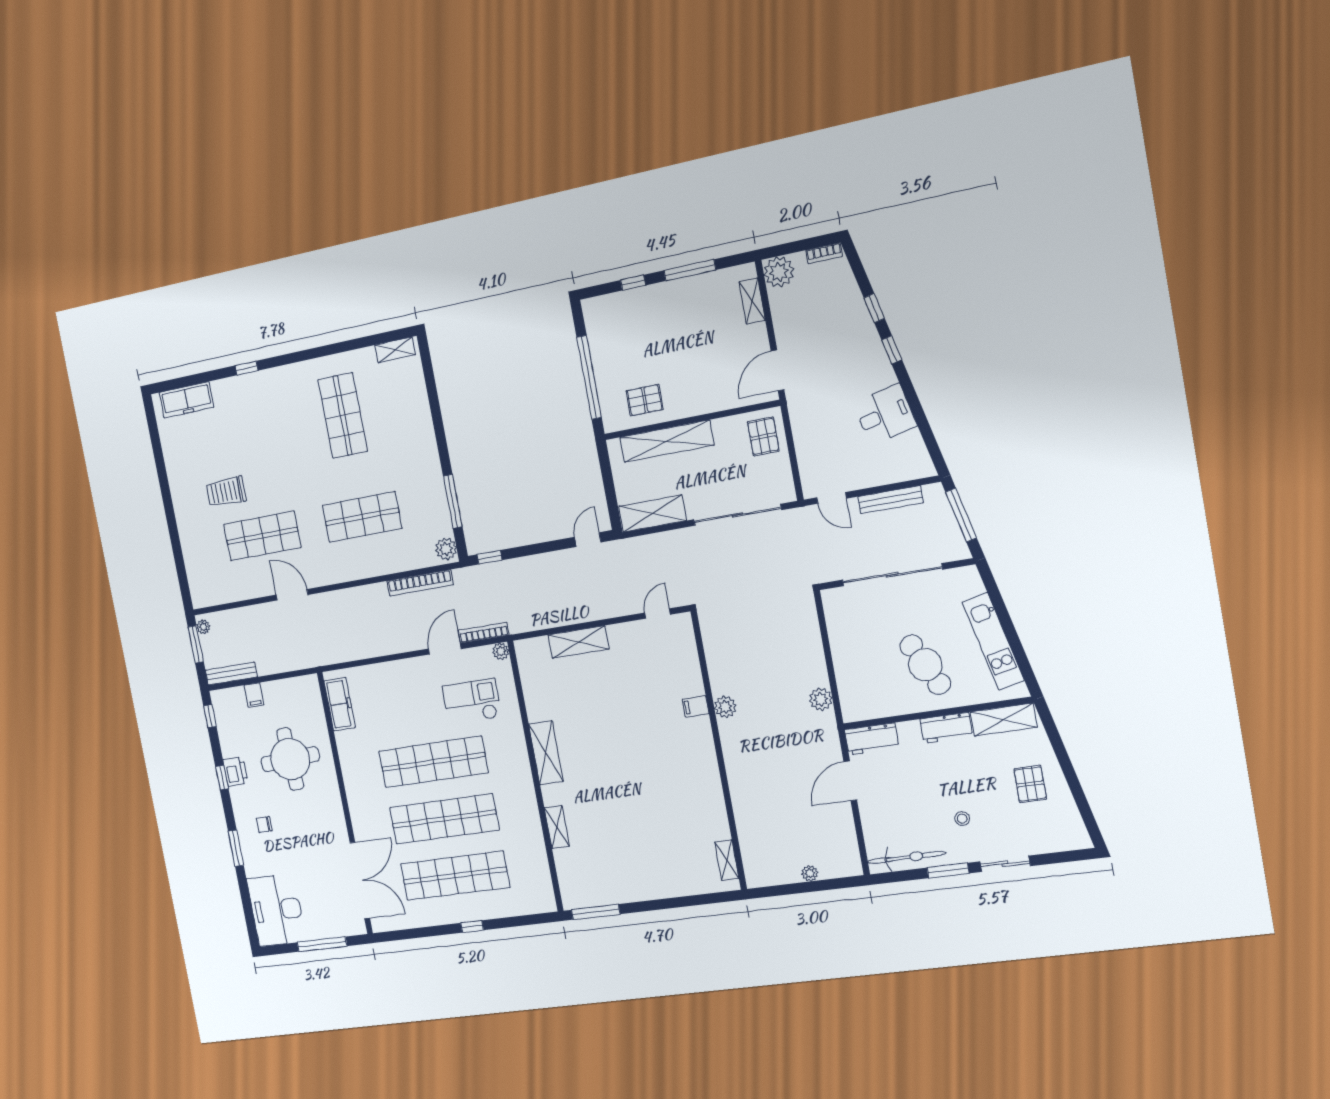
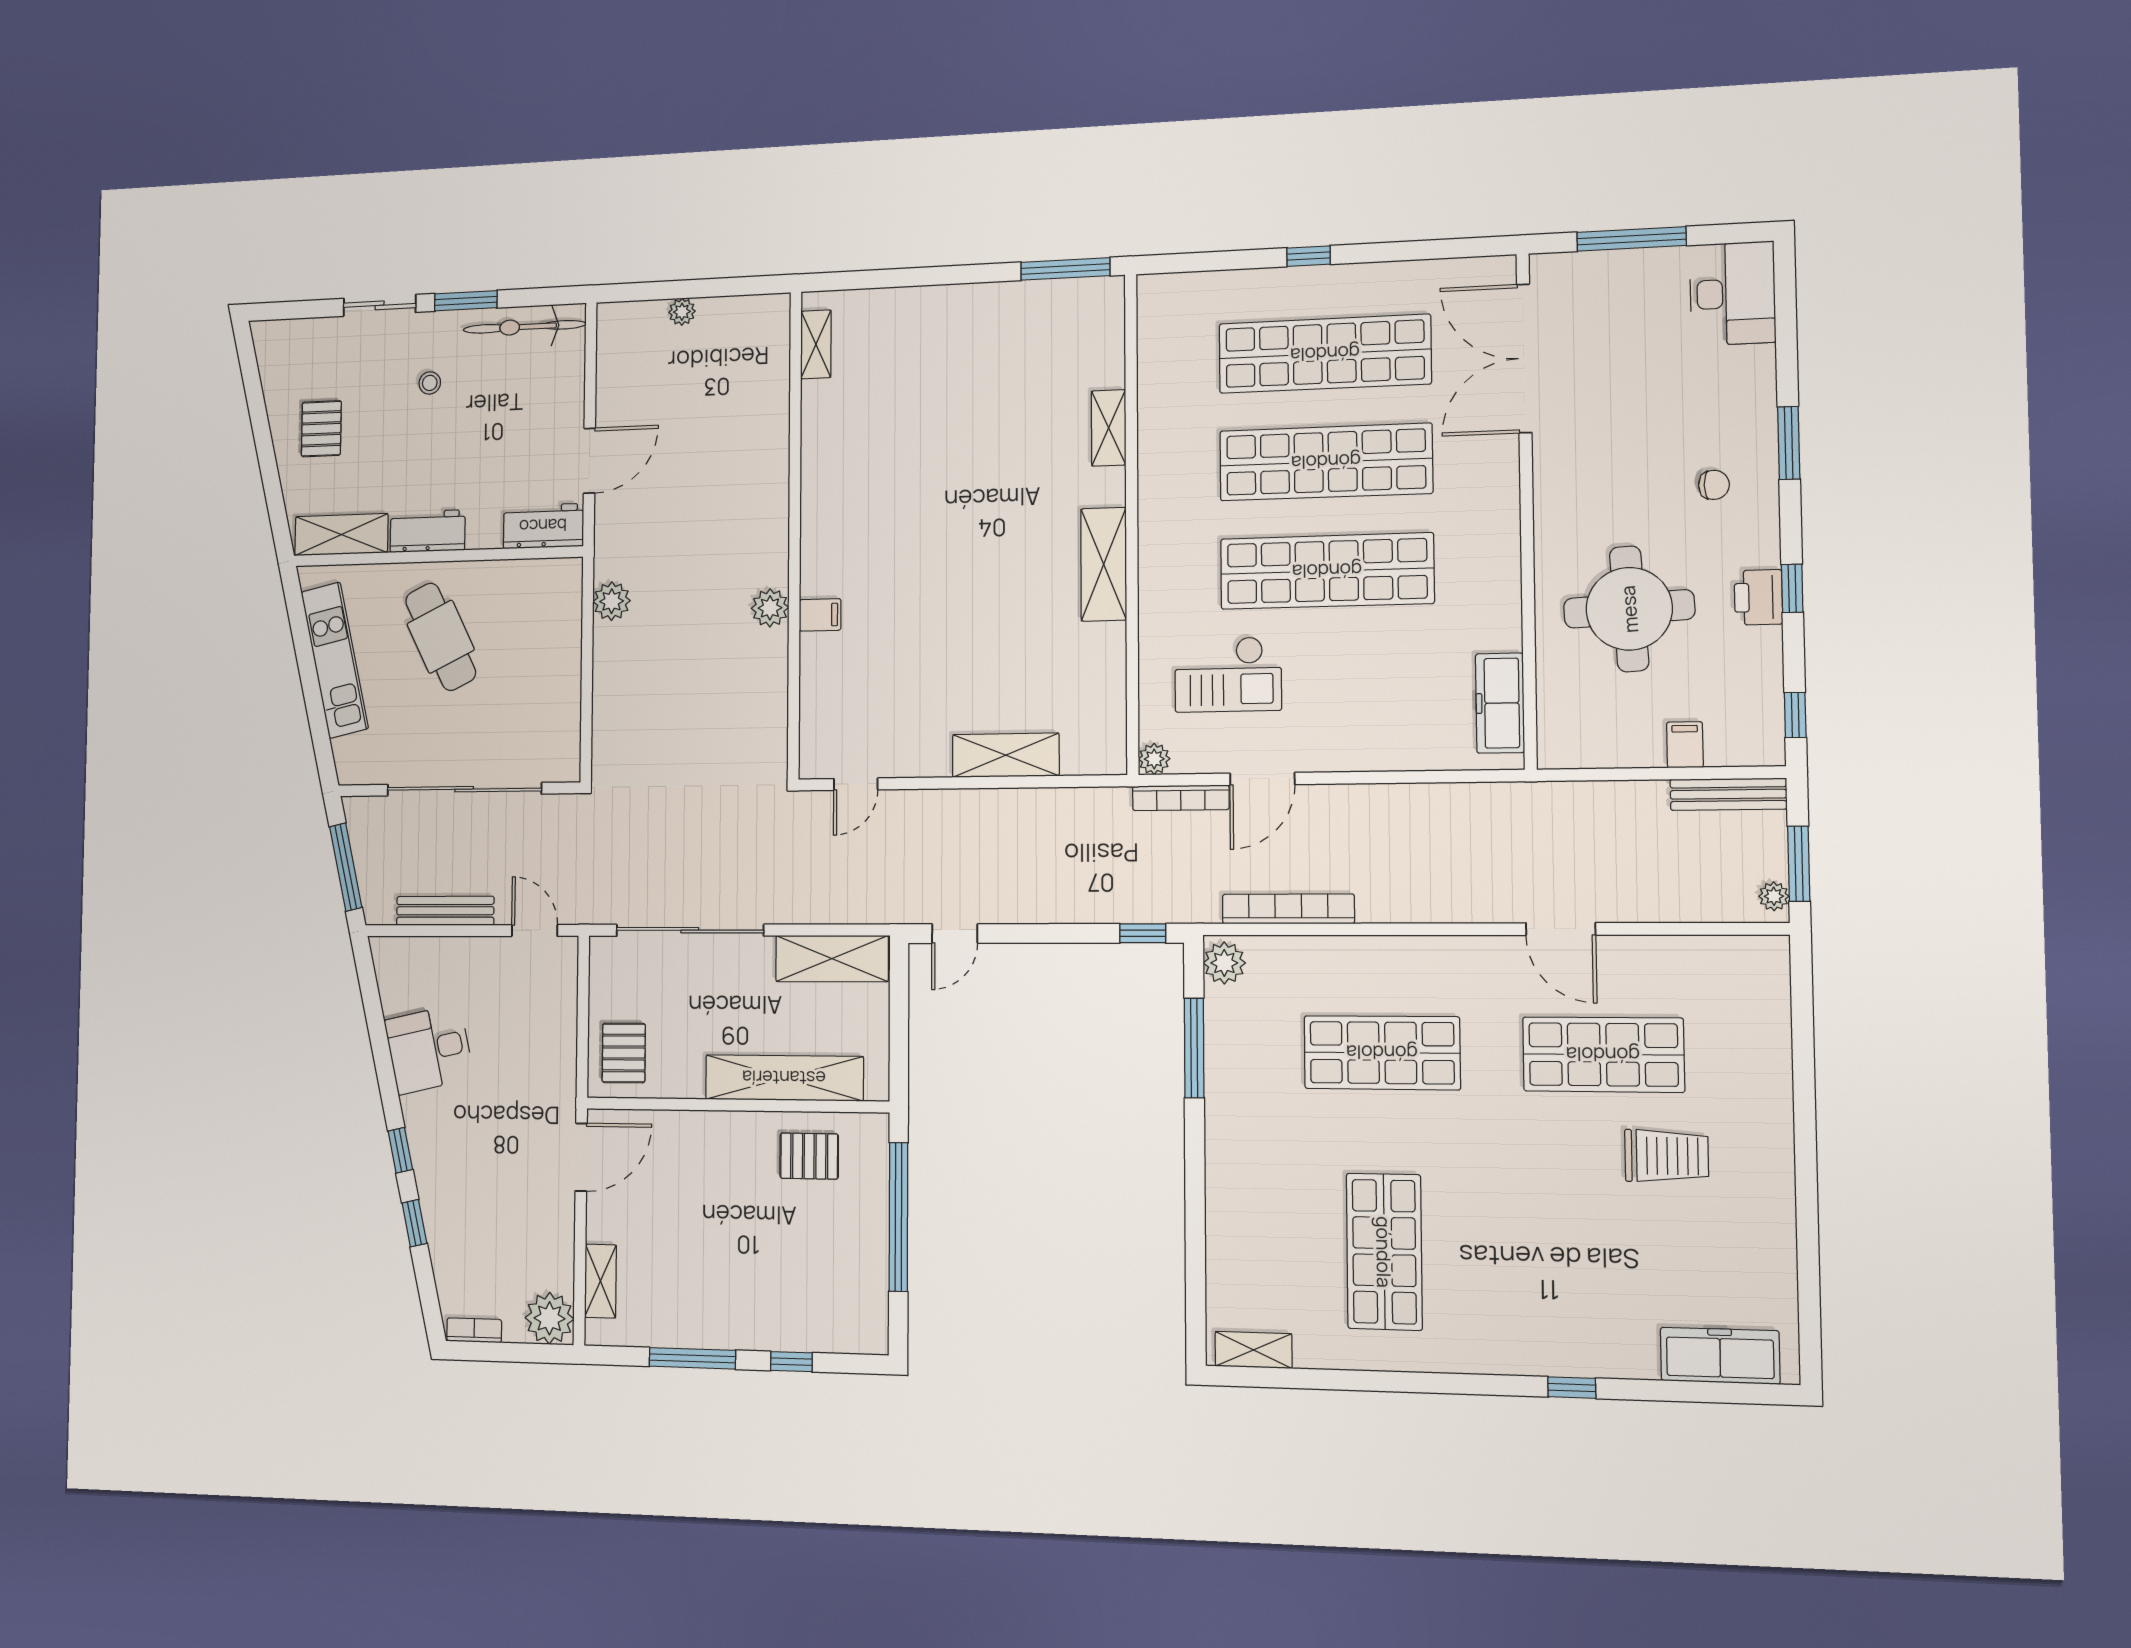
desk: (276, 910) -> (1733, 294), width x0.73, depth x0.77

